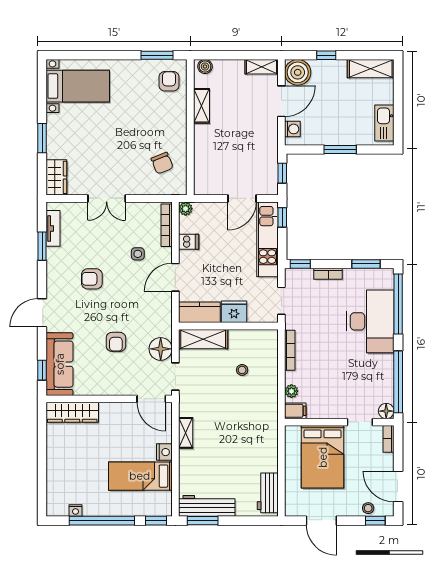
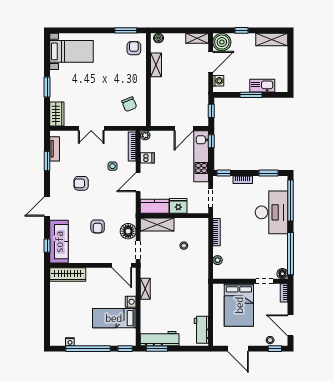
kitchen sink: (384, 123) -> (262, 86), moved, turned 90
filing cabinet: (295, 411) -> (220, 274), removed

